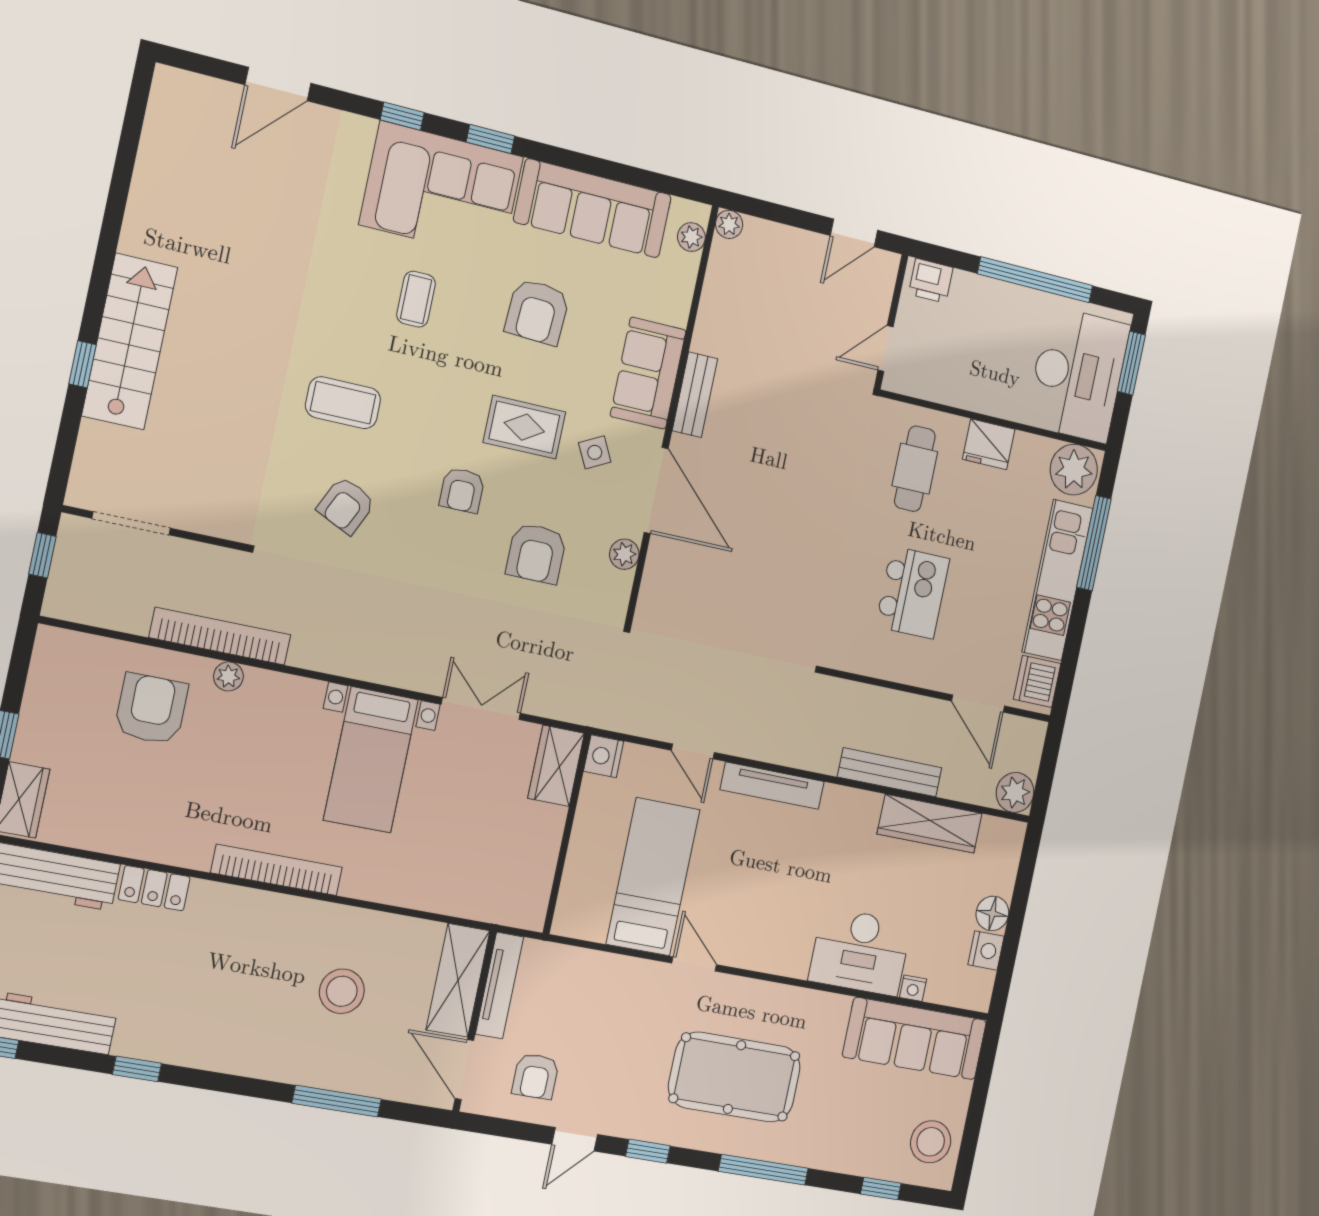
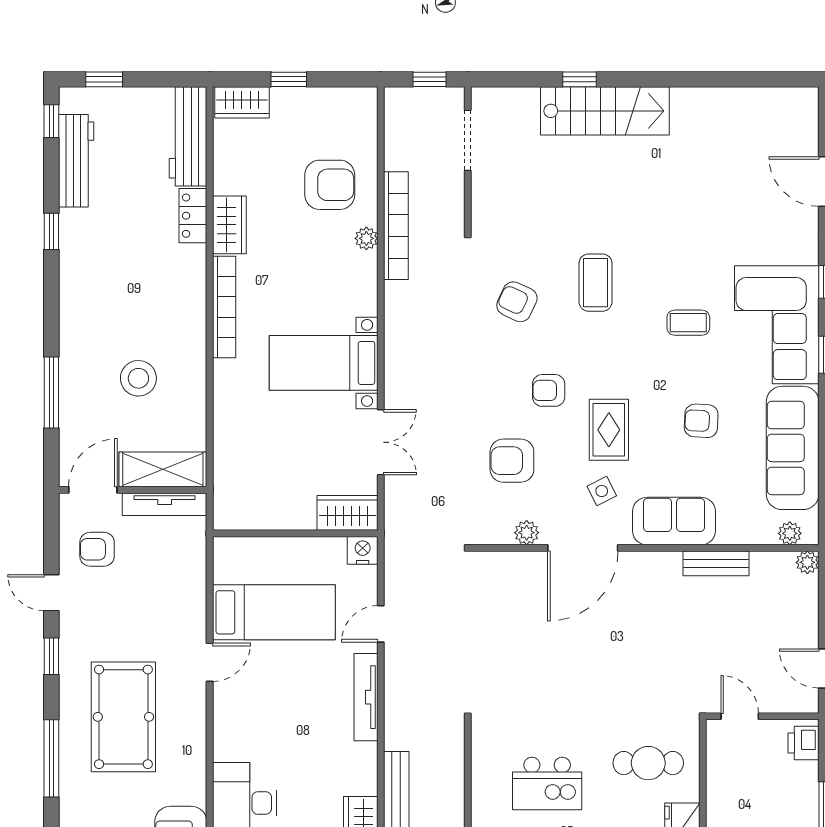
armchair: (537, 312) -> (701, 421), width x0.72, depth x0.72
bench: (695, 395) -> (716, 563), moved
wardrobe: (175, 845) -> (229, 225), added

